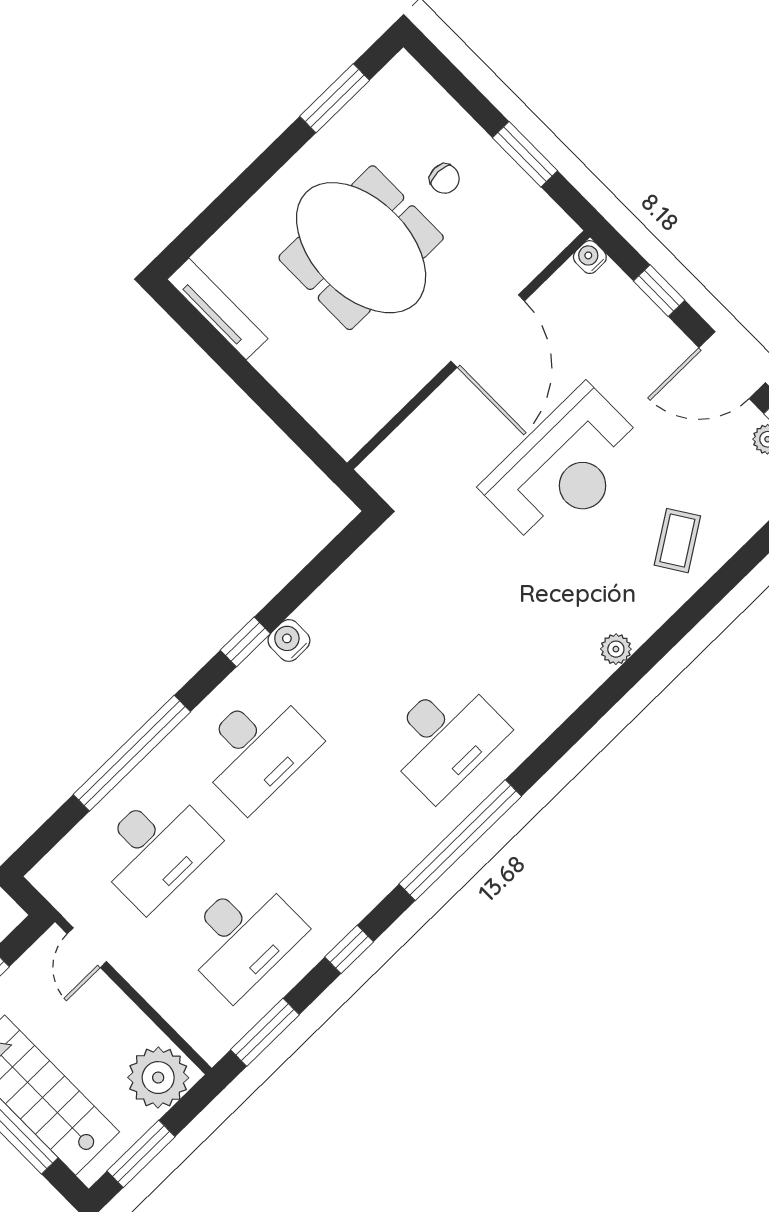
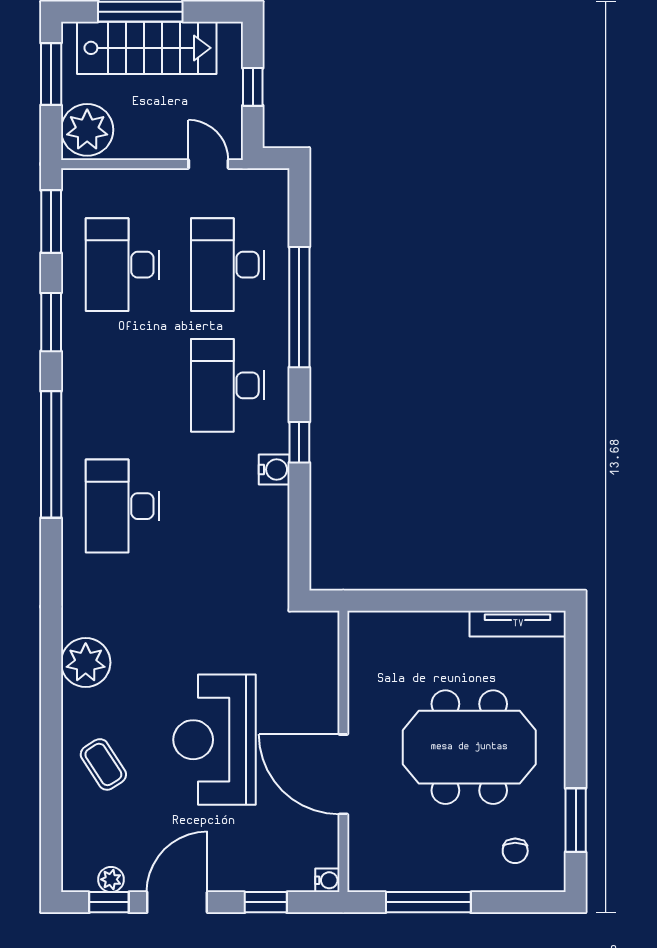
window: (525, 154) -> (428, 902), width x1.44
chair: (444, 179) -> (515, 851), moved, turned -90
plant: (616, 649) -> (86, 663), width x1.88, depth x1.88
window: (349, 949) -> (51, 322), width x1.50

